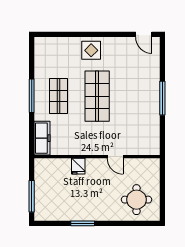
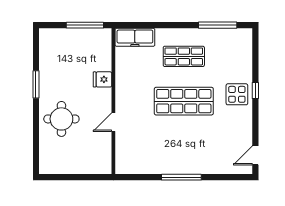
window: (88, 34) -> (255, 91), added
window: (32, 96) -> (218, 25), moved
window: (32, 196) -> (85, 25), moved
round table: (136, 200) -> (61, 119), moved

